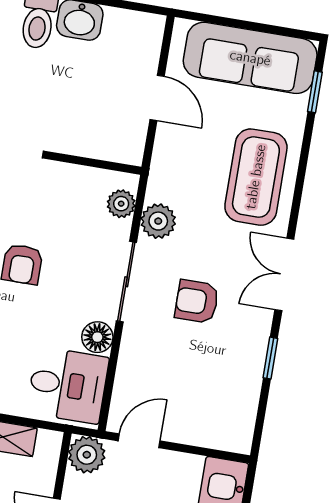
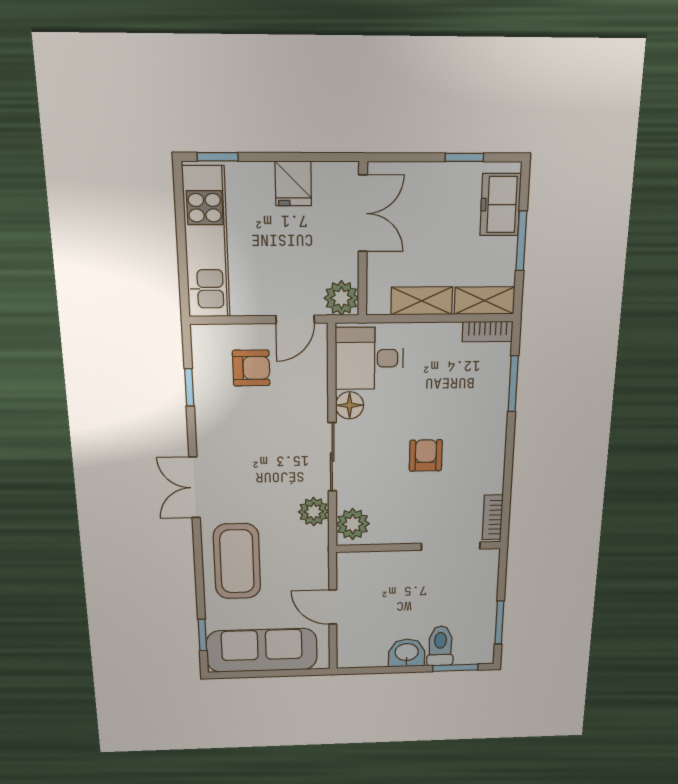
plant: (121, 204) -> (353, 524), width x1.38, depth x1.38
double door: (284, 275) -> (195, 488), swing flipped
armchair: (197, 302) -> (251, 368), moved
window: (270, 358) -> (189, 387), moved

